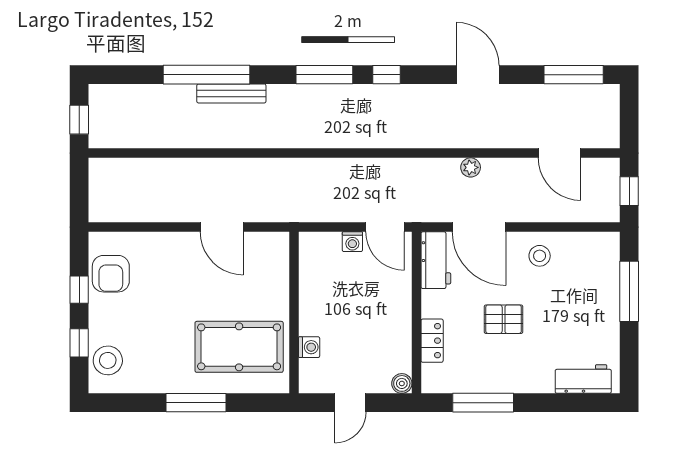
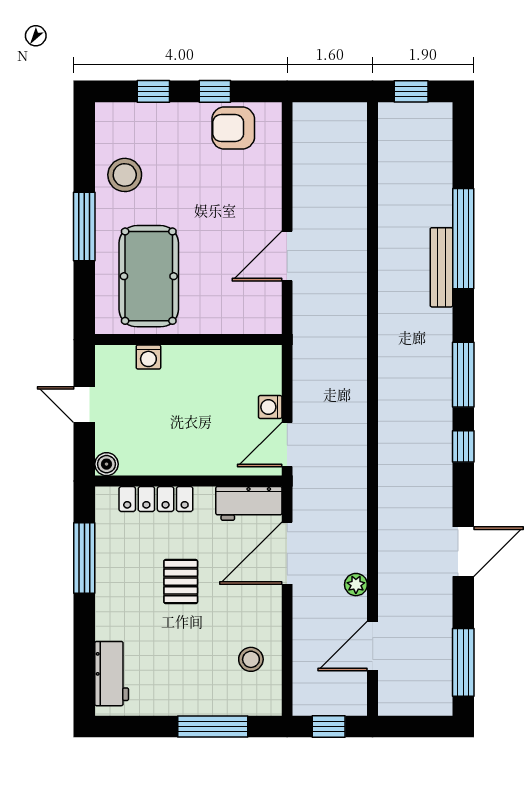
plant: (471, 167) -> (356, 585), moved
stool: (540, 256) -> (251, 659), moved
locker: (432, 341) -> (156, 499), width x1.53
stool: (108, 360) -> (125, 175), moved

